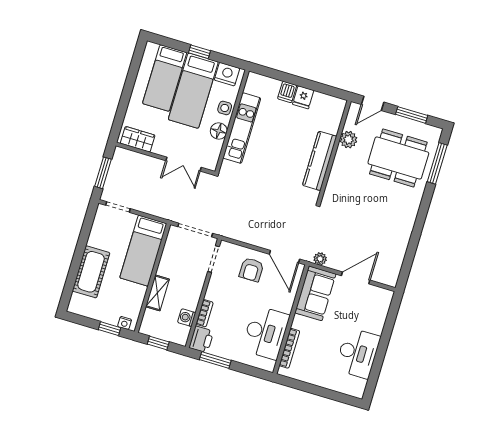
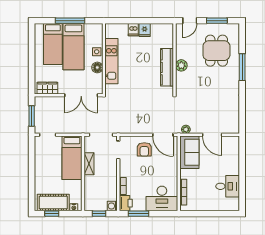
window: (199, 52) -> (70, 21), width x2.17
nightstand: (227, 74) -> (92, 30), removed
plant: (348, 140) -> (181, 65), moved
dining table: (398, 158) -> (216, 51), width x0.73
window: (437, 163) -> (242, 67), moved
double door: (183, 164) -> (81, 95), width x1.37
cot: (91, 272) -> (53, 203), moved, turned 90
door: (356, 278) -> (212, 135), swing flipped
shelving: (157, 293) -> (89, 164), moved
washing machine: (187, 318) -> (112, 206), moved
window: (109, 329) -> (52, 214), moved
desk: (266, 333) -> (162, 198), moved, turned 90
desk: (358, 353) -> (228, 186), width x0.73

